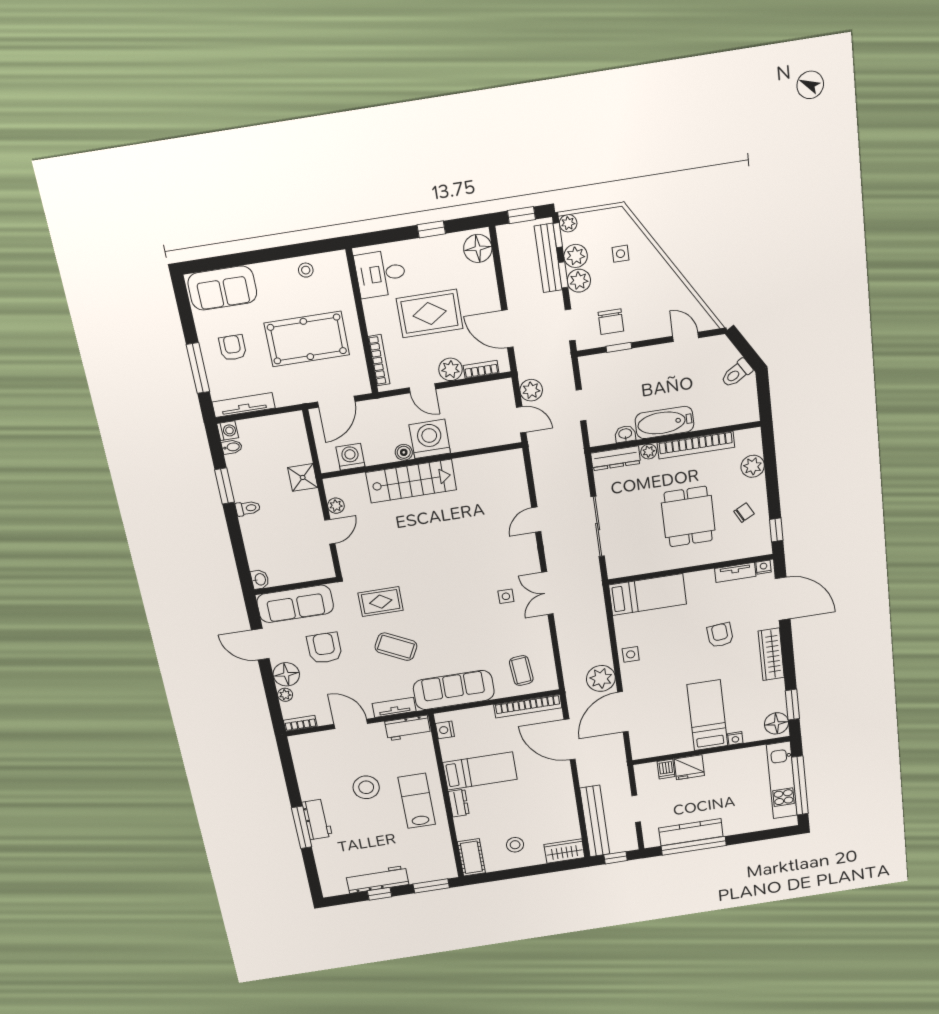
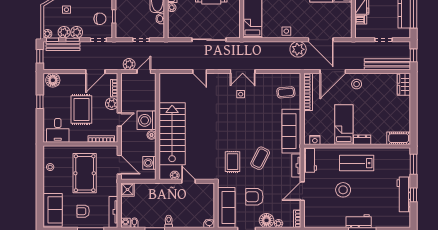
dresser: (616, 458) -> (173, 25), removed
shower: (303, 477) -> (128, 190), moved
stairs: (411, 481) -> (172, 134), width x1.36, depth x1.51
stool: (515, 845) -> (357, 84), moved

